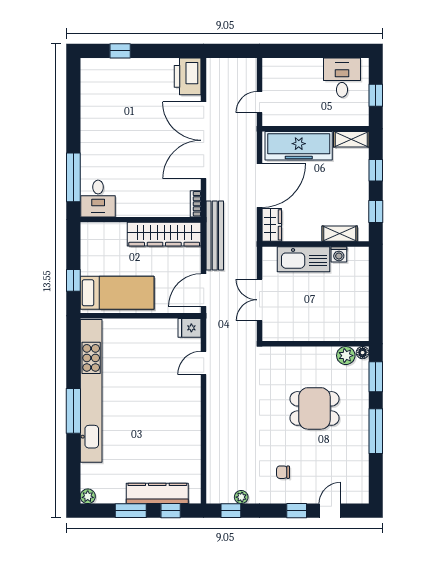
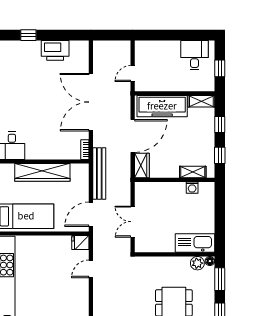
printer: (188, 76) -> (55, 50), moved, turned -90
wardrobe: (164, 234) -> (42, 172), moved
kitchen sink: (304, 259) -> (195, 243), moved, turned 180

